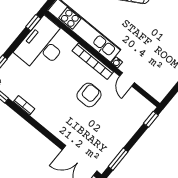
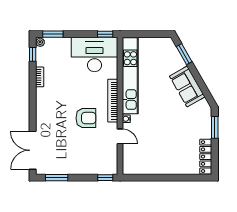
door: (127, 79) -> (120, 136), swing flipped

